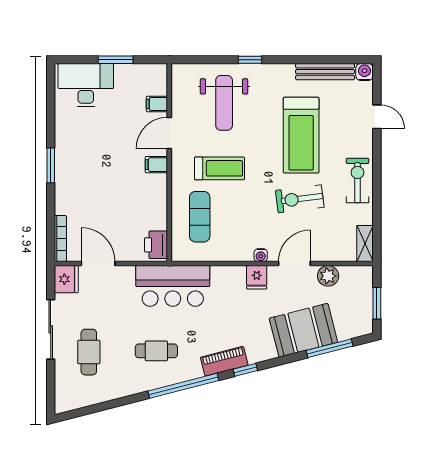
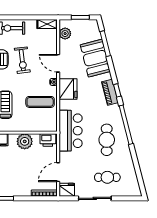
plant: (153, 203) -> (25, 141), added
exercise mat: (200, 217) -> (40, 102), moved
plant: (328, 276) -> (65, 34), moved
fridge: (257, 277) -> (68, 89), width x1.88, depth x1.34
cafe table: (156, 351) -> (107, 140), width x1.37, depth x1.35
piano: (224, 361) -> (110, 92), moved

